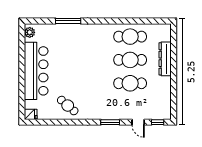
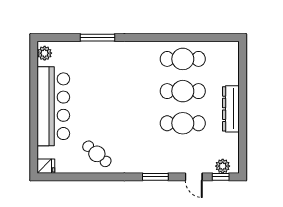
dresser: (165, 59) -> (231, 109), moved
plant: (159, 114) -> (223, 166), added

